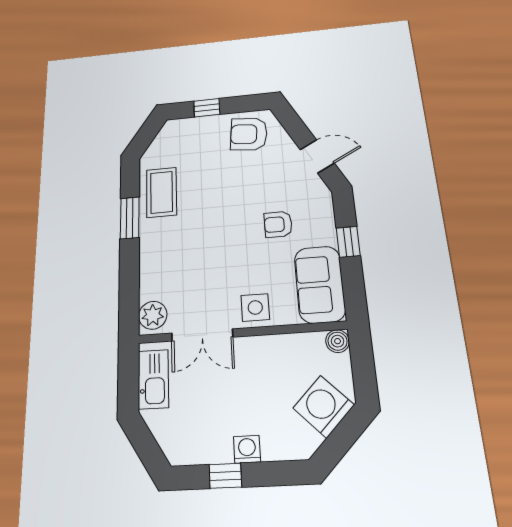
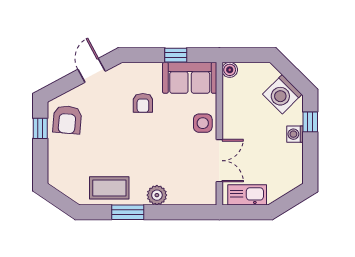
window: (207, 108) -> (40, 128), moved
window: (348, 242) -> (176, 55), moved
plant: (153, 315) -> (157, 195), moved
washing machine: (324, 406) -> (282, 94), moved
window: (225, 476) -> (310, 122), moved

